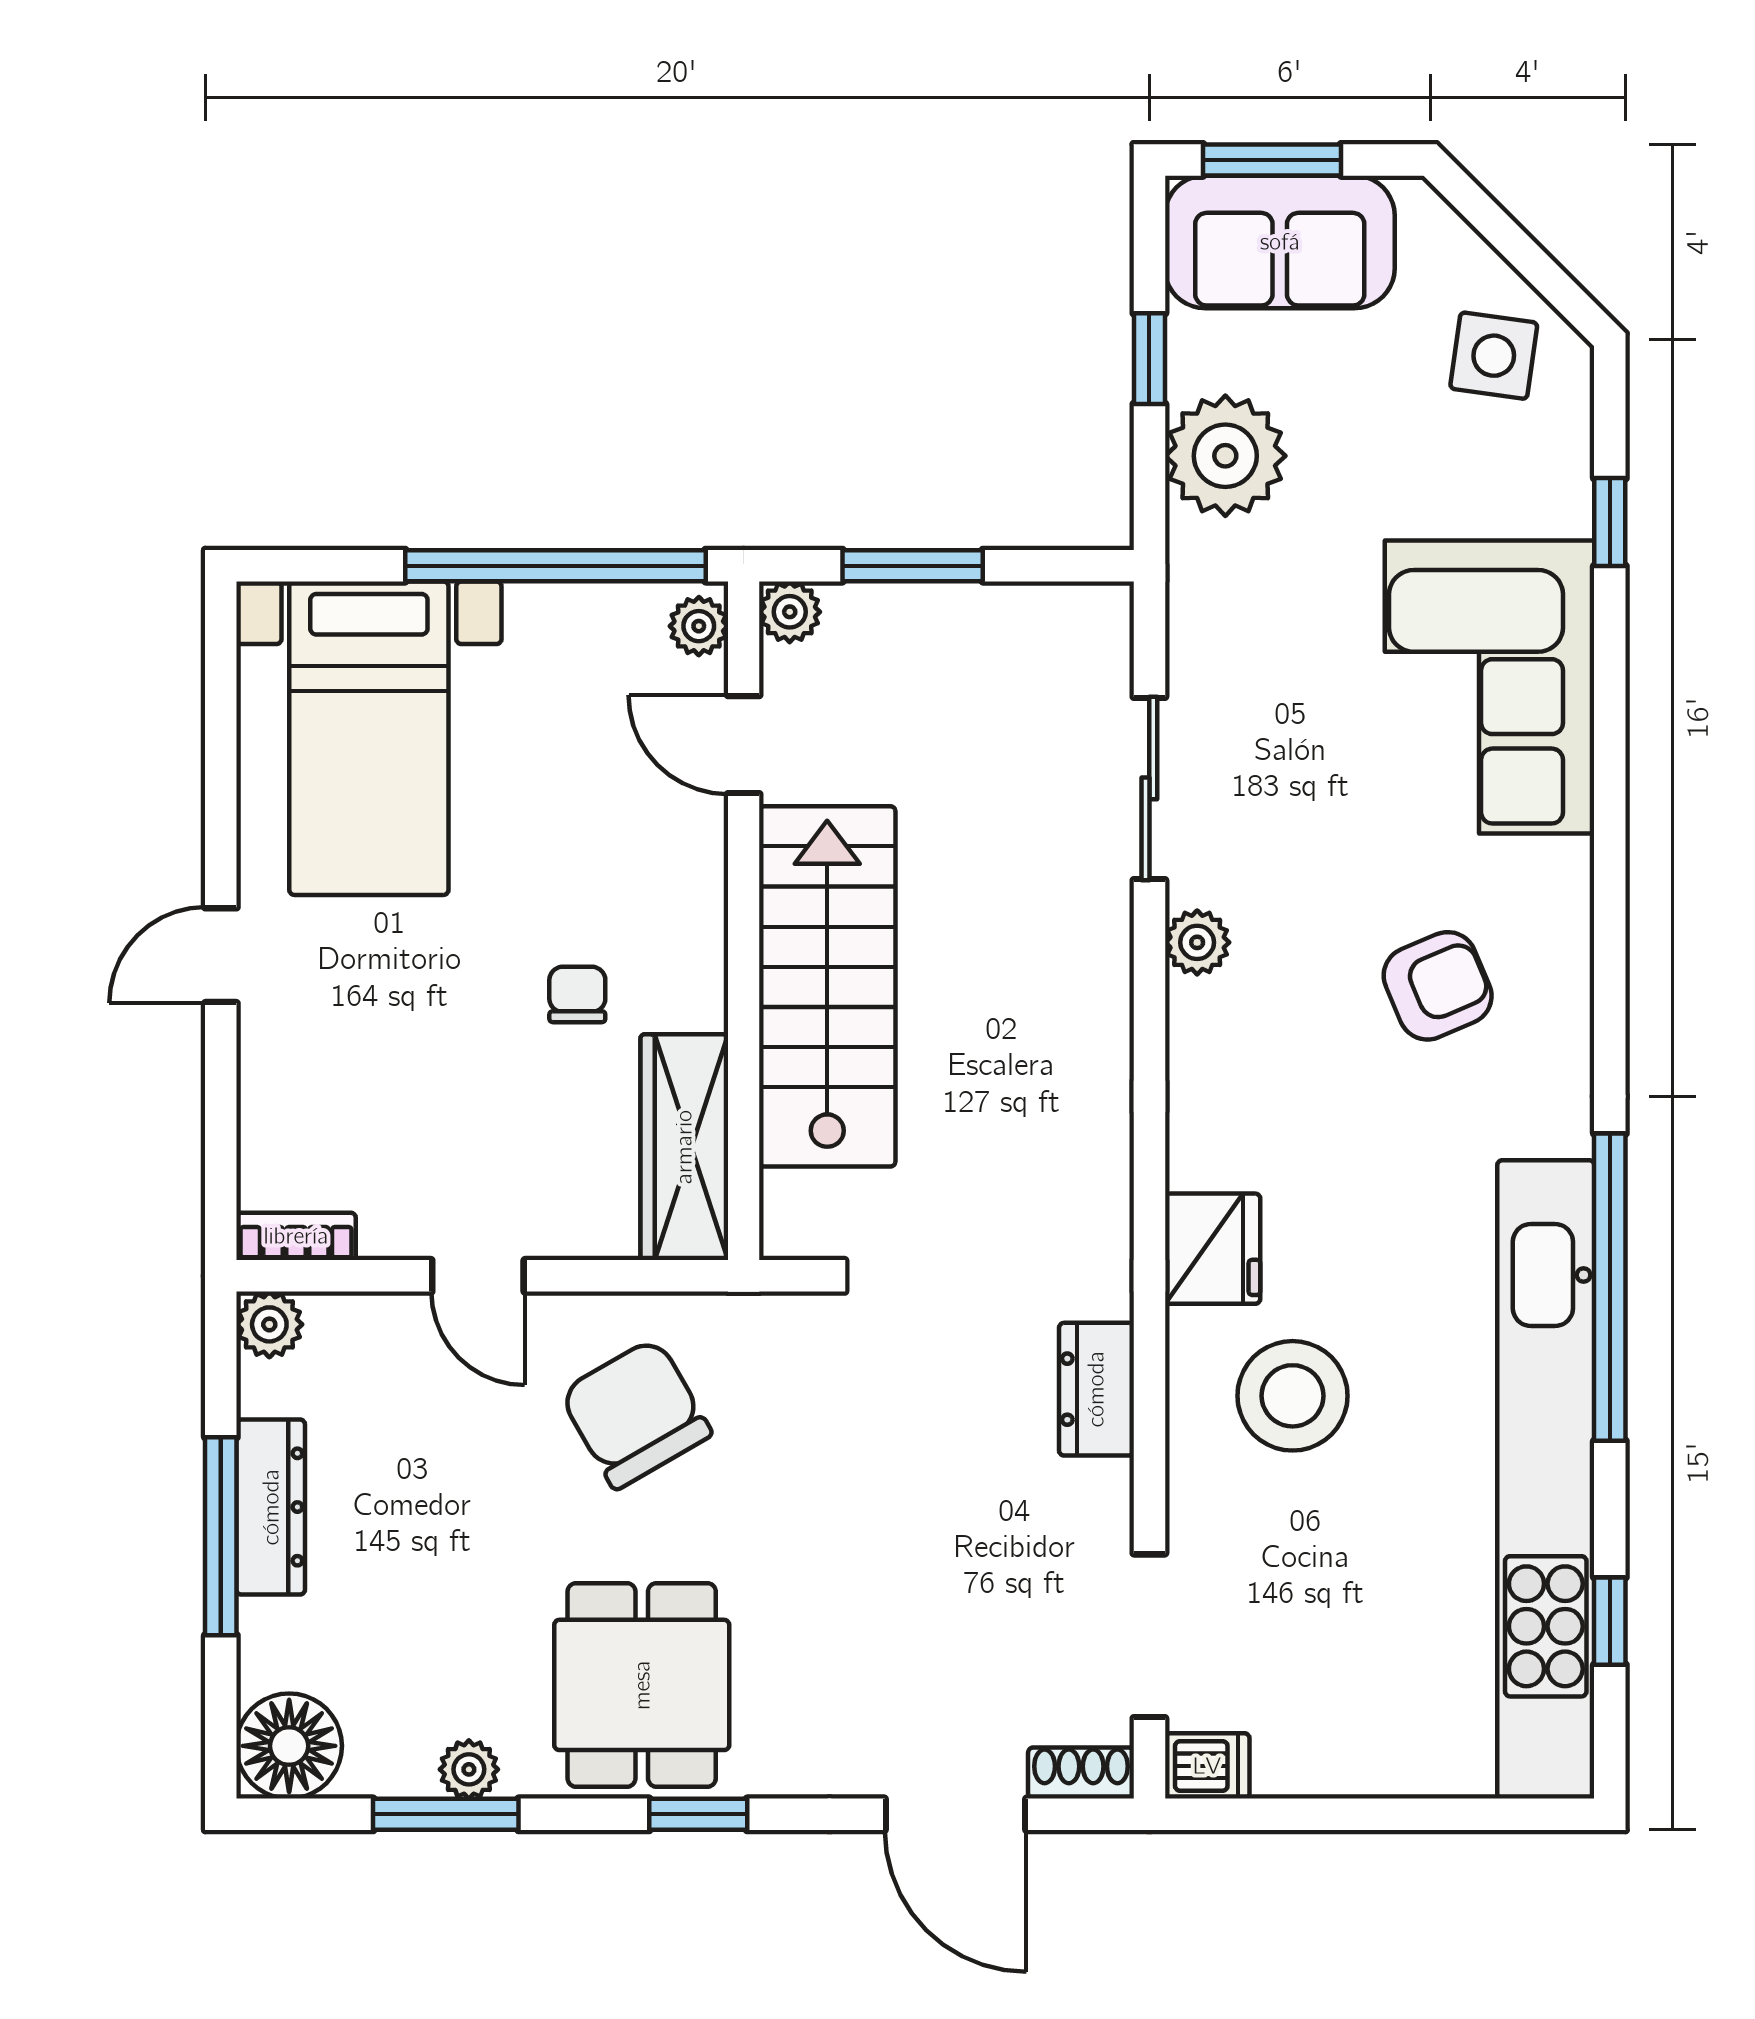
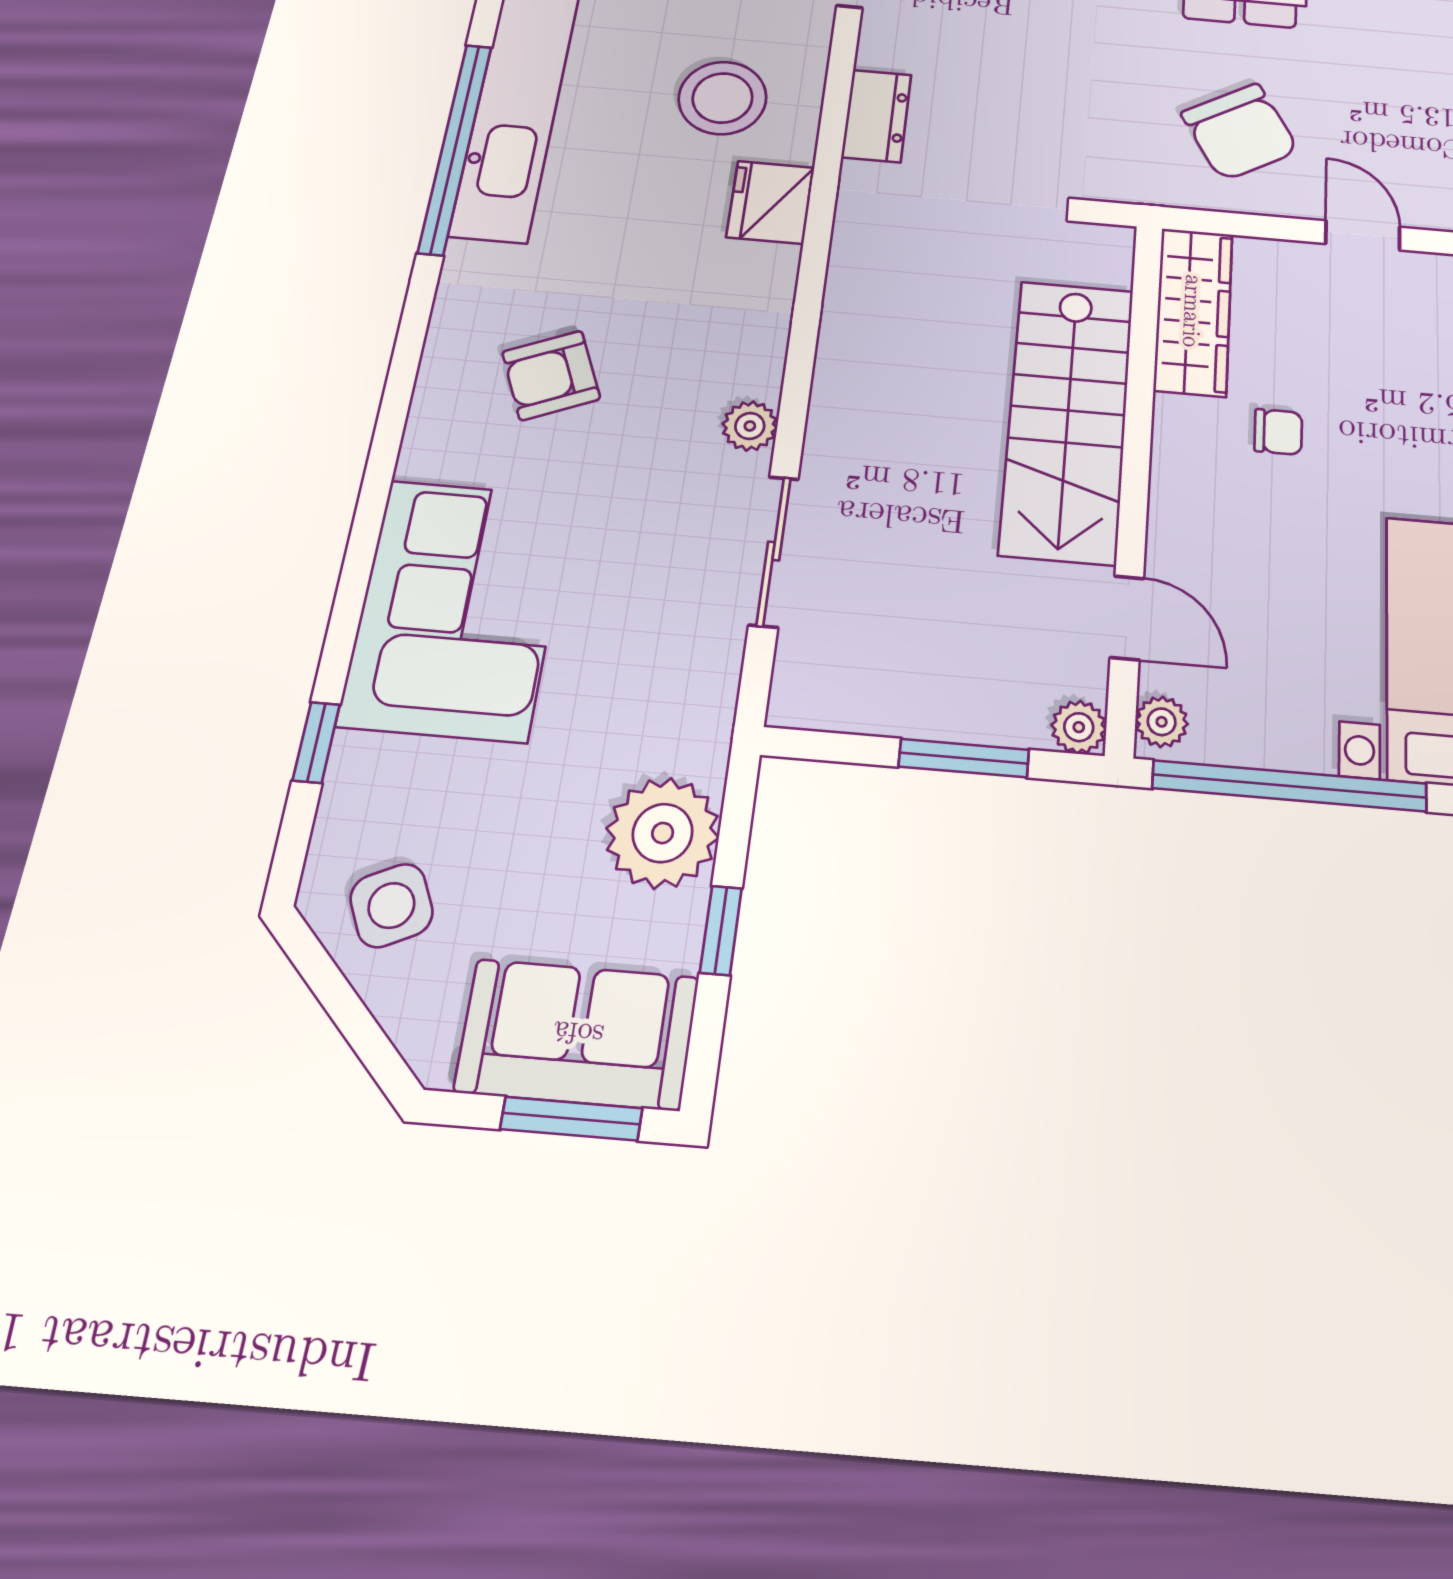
side table: (1494, 356) -> (391, 905), turned -33
chair: (577, 994) -> (1278, 432), turned -90

